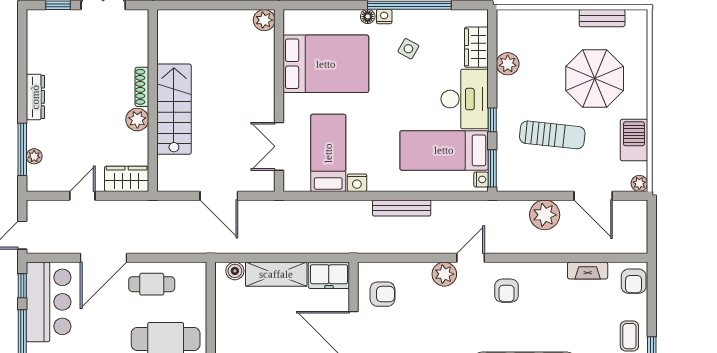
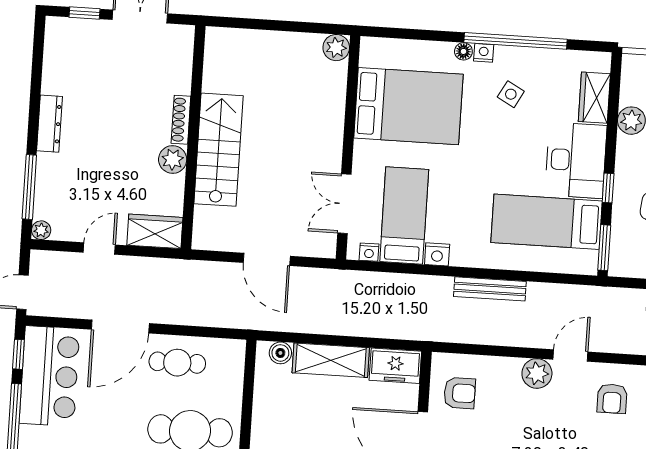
plant: (34, 156) -> (41, 230), moved
nightstand: (481, 179) -> (369, 252), moved, turned 90

